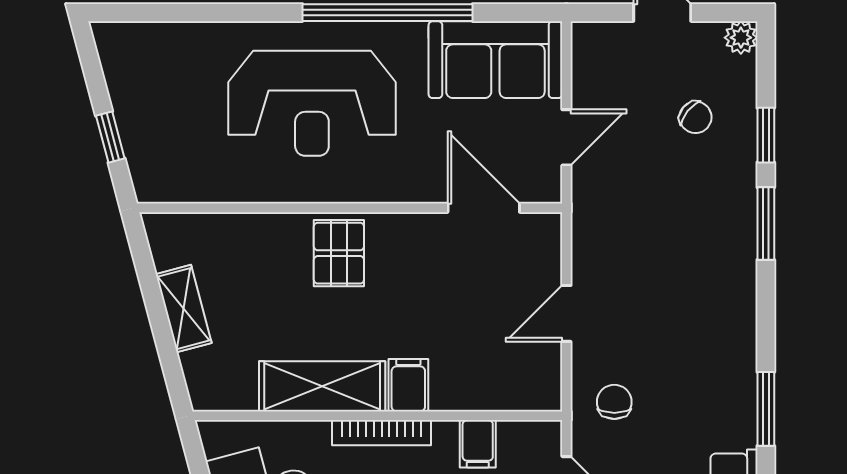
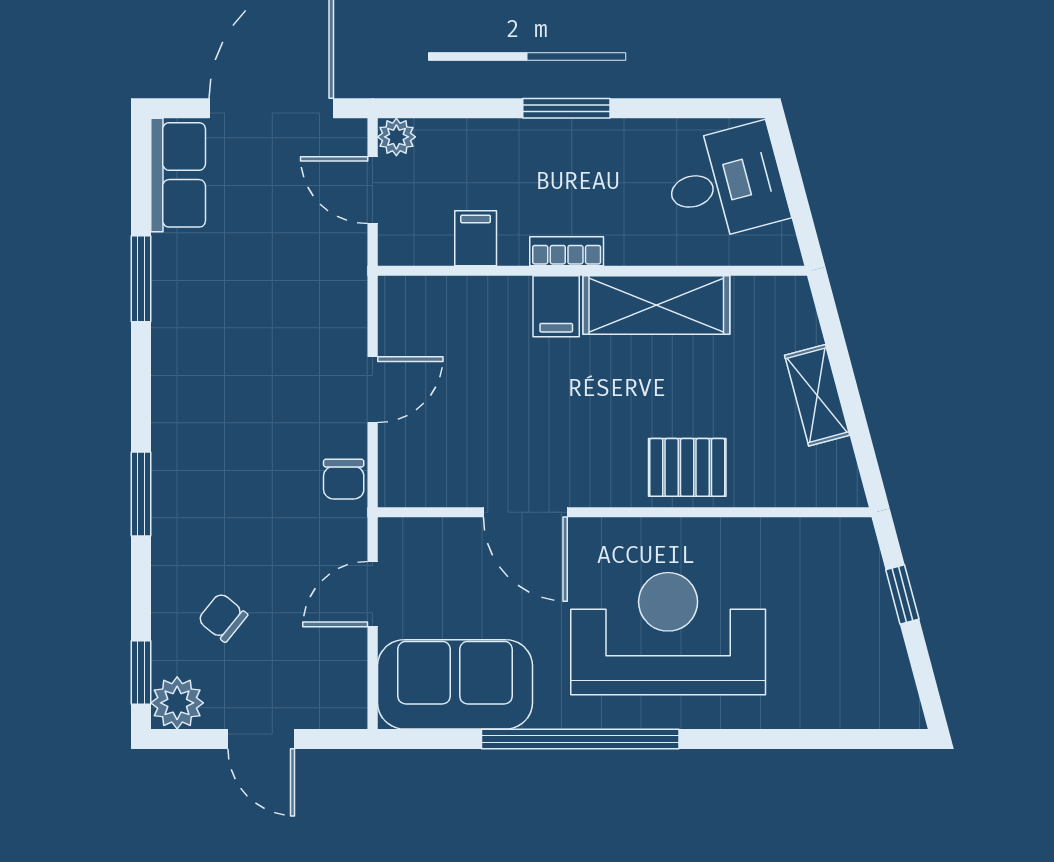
plant: (741, 38) -> (177, 703), width x1.38, depth x1.38
window: (766, 135) -> (141, 672), moved
door: (484, 208) -> (525, 512), moved
pallet: (339, 253) -> (687, 467), moved, turned 90
chair: (614, 402) -> (344, 479), moved
bookcase: (382, 433) -> (567, 251), width x0.64

